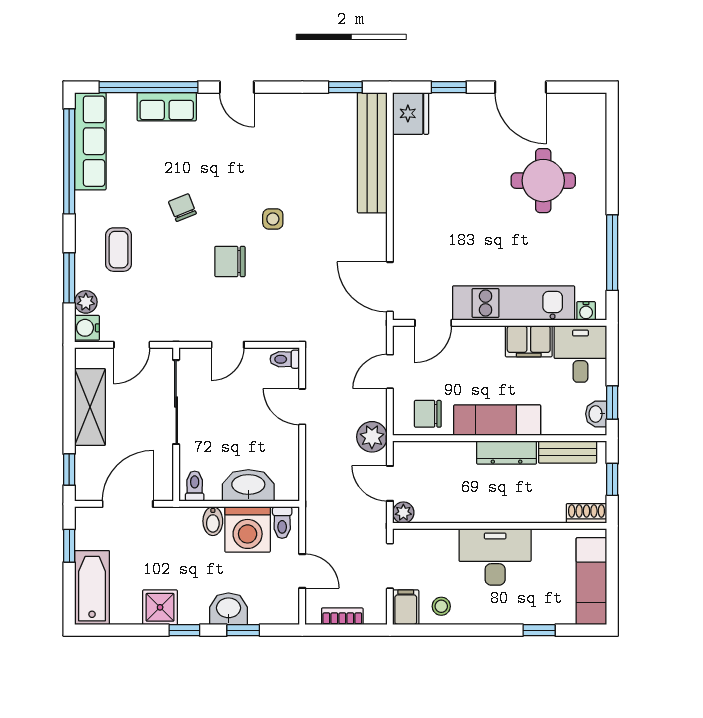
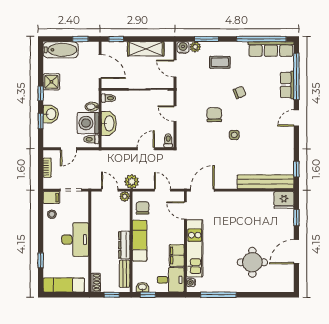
door: (390, 483) -> (110, 190), hinge flipped
plant: (403, 513) -> (125, 196), moved

